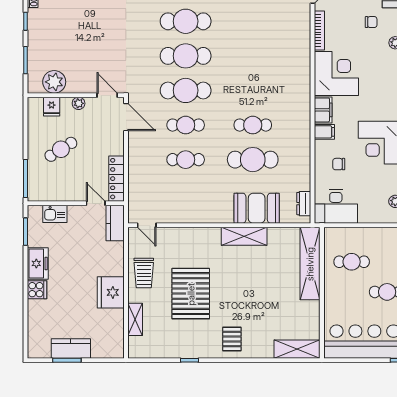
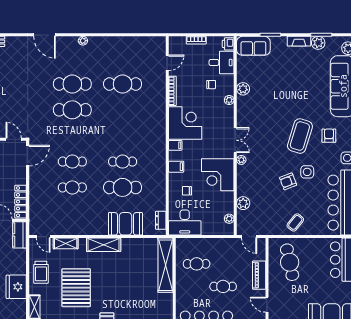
cafe table: (186, 90) -> (123, 84), moved
filing cabinet: (323, 110) -> (175, 145), width x0.50
door: (126, 117) -> (28, 156), hinge flipped
shelving: (177, 235) -> (66, 243), added
shelving: (244, 236) -> (104, 245), moved

